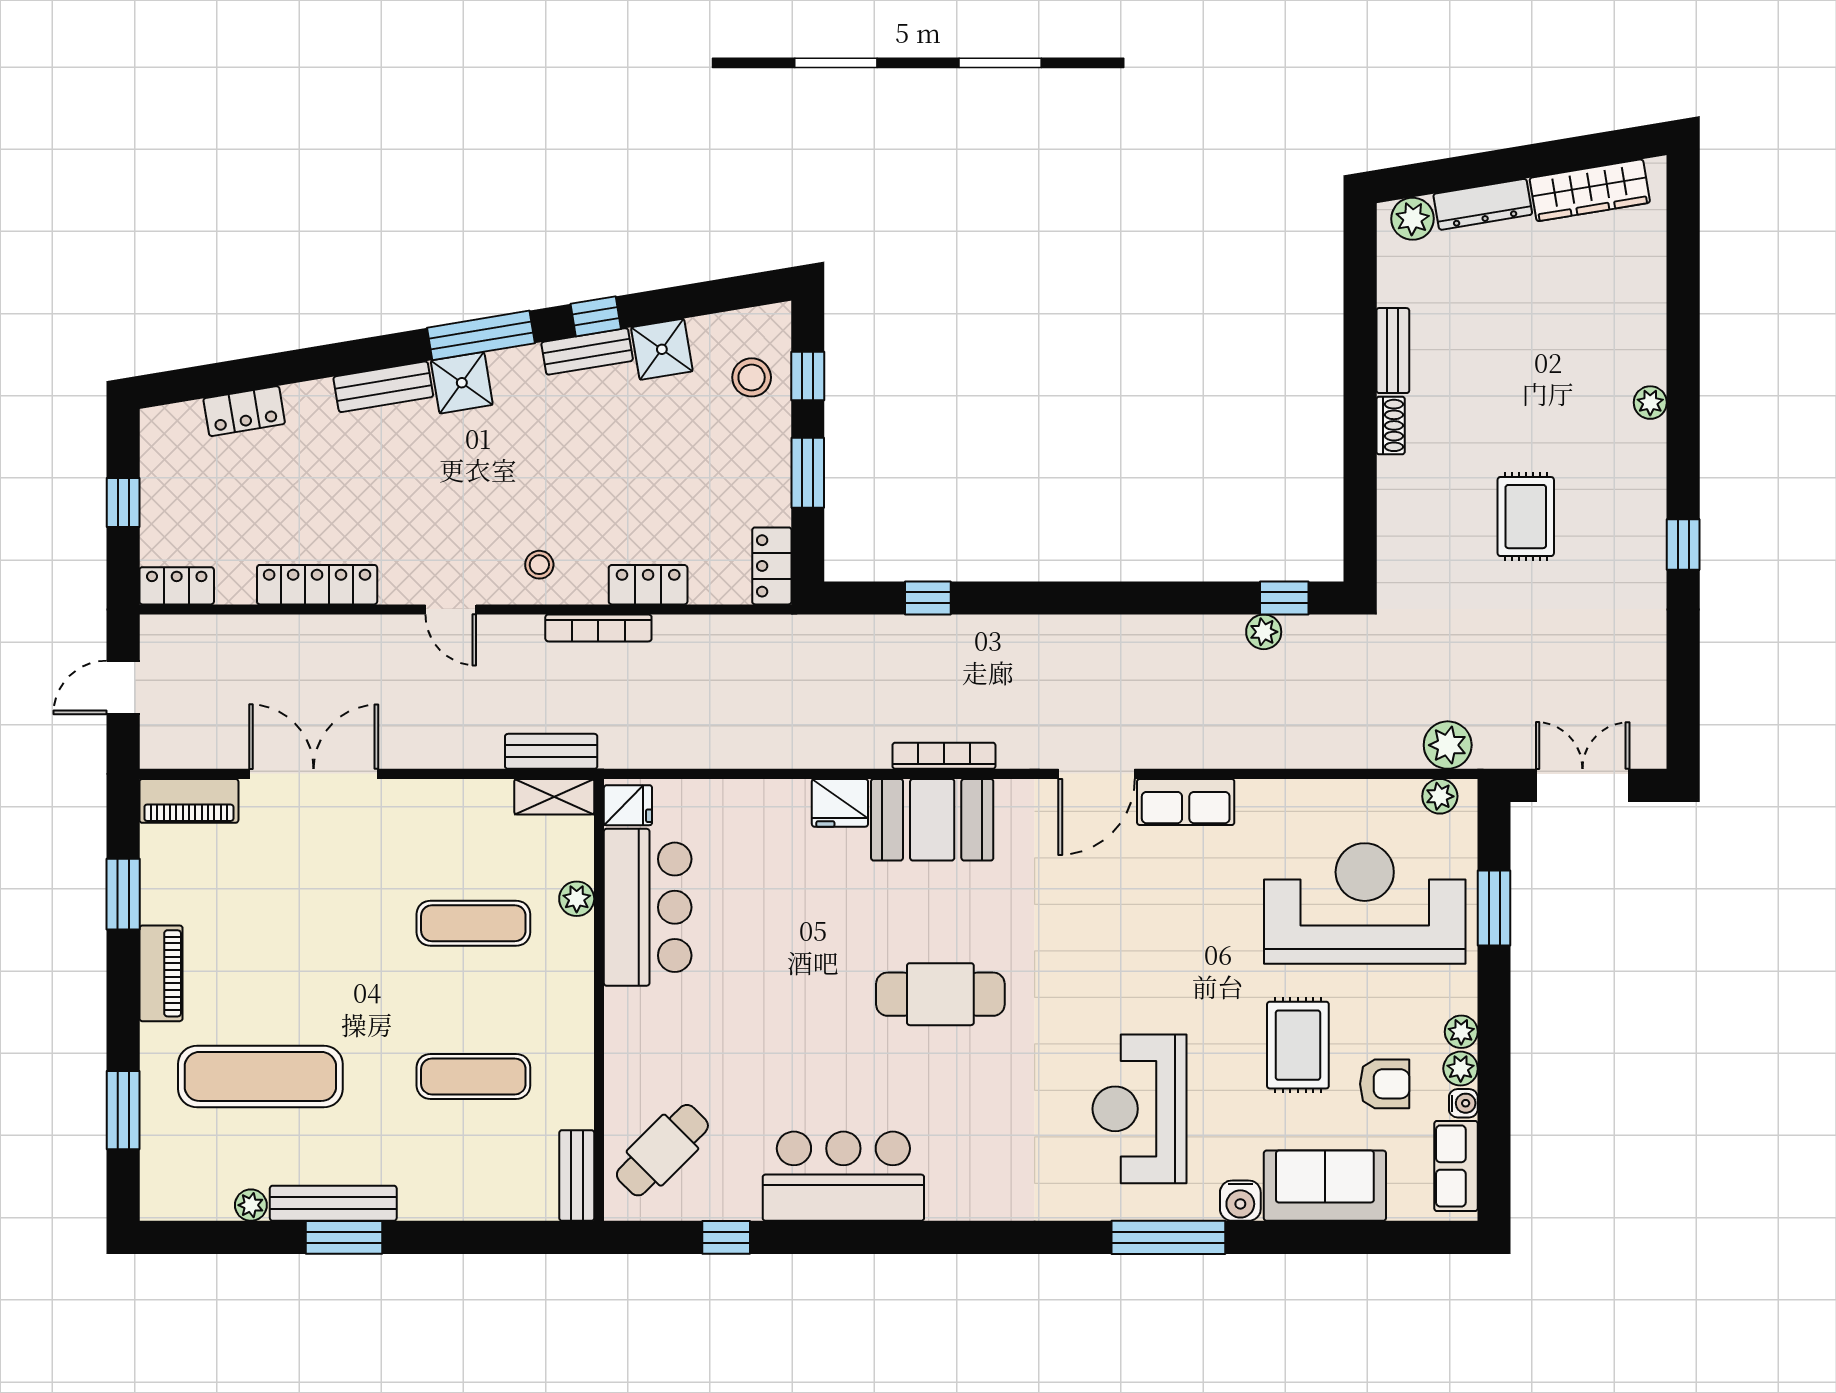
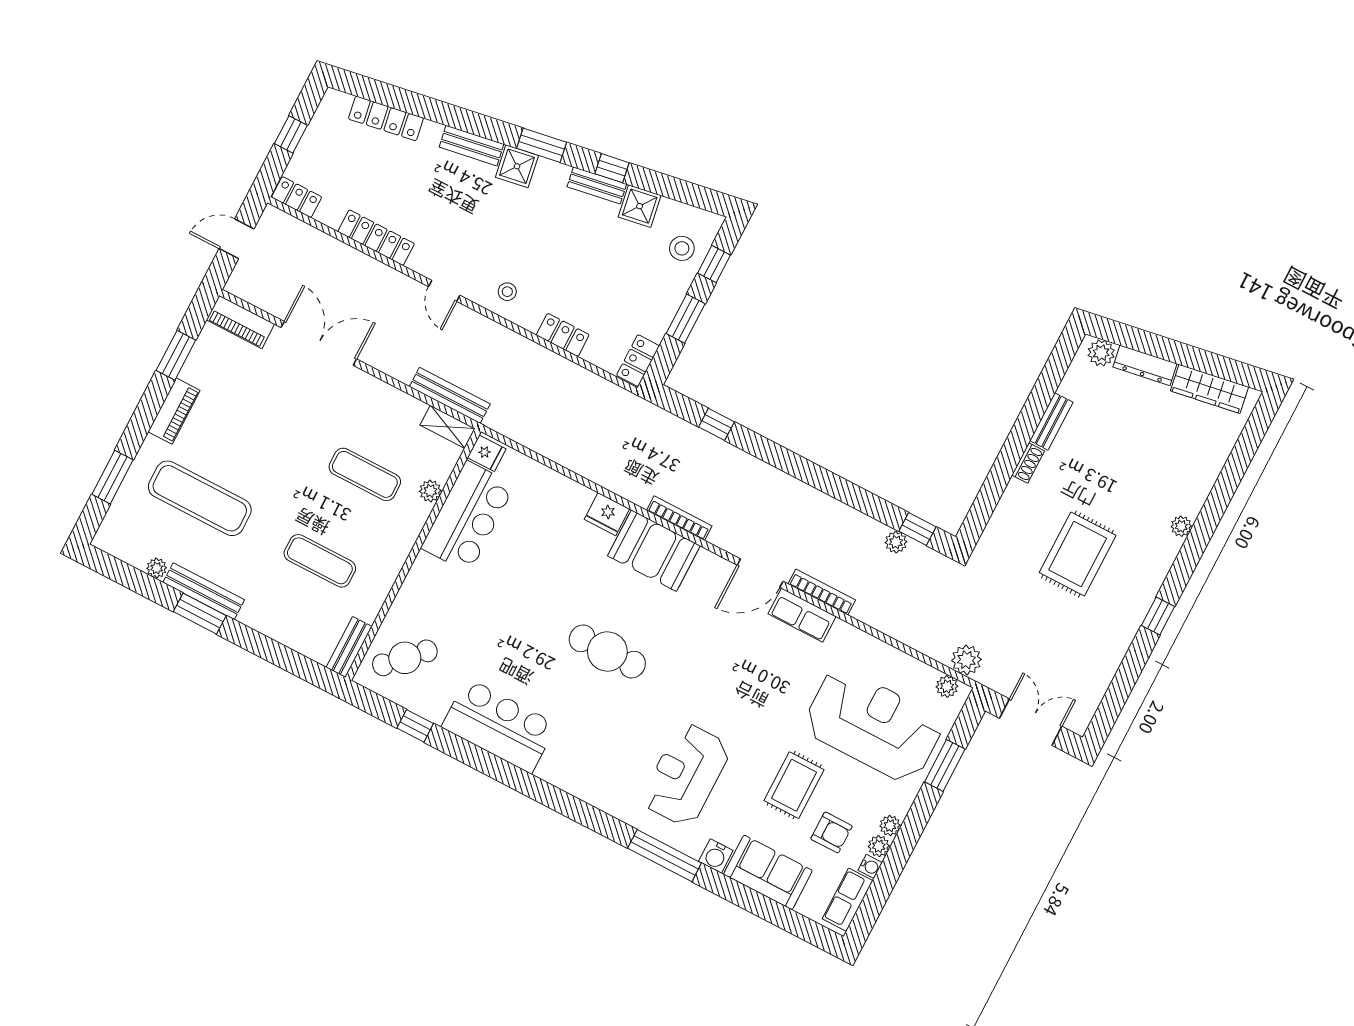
window: (481, 335) -> (542, 145), width x0.69
locker: (244, 411) -> (386, 118), width x1.53
rug: (1526, 517) -> (1078, 554), width x1.36, depth x1.43
bookcase: (598, 628) -> (822, 592), moved, turned 180
bench: (551, 751) -> (450, 395), width x1.36

